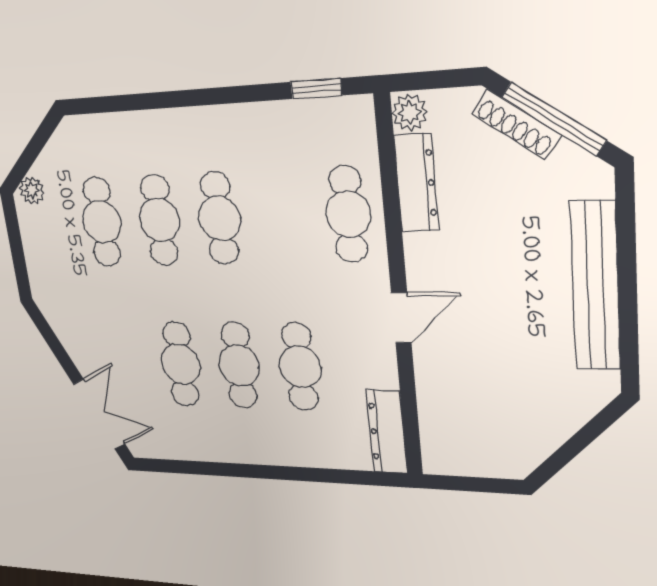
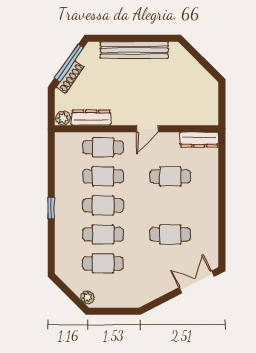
window: (316, 89) -> (51, 208), moved
door: (401, 318) -> (148, 129), swing flipped
cafe table: (239, 365) -> (103, 176), moved

